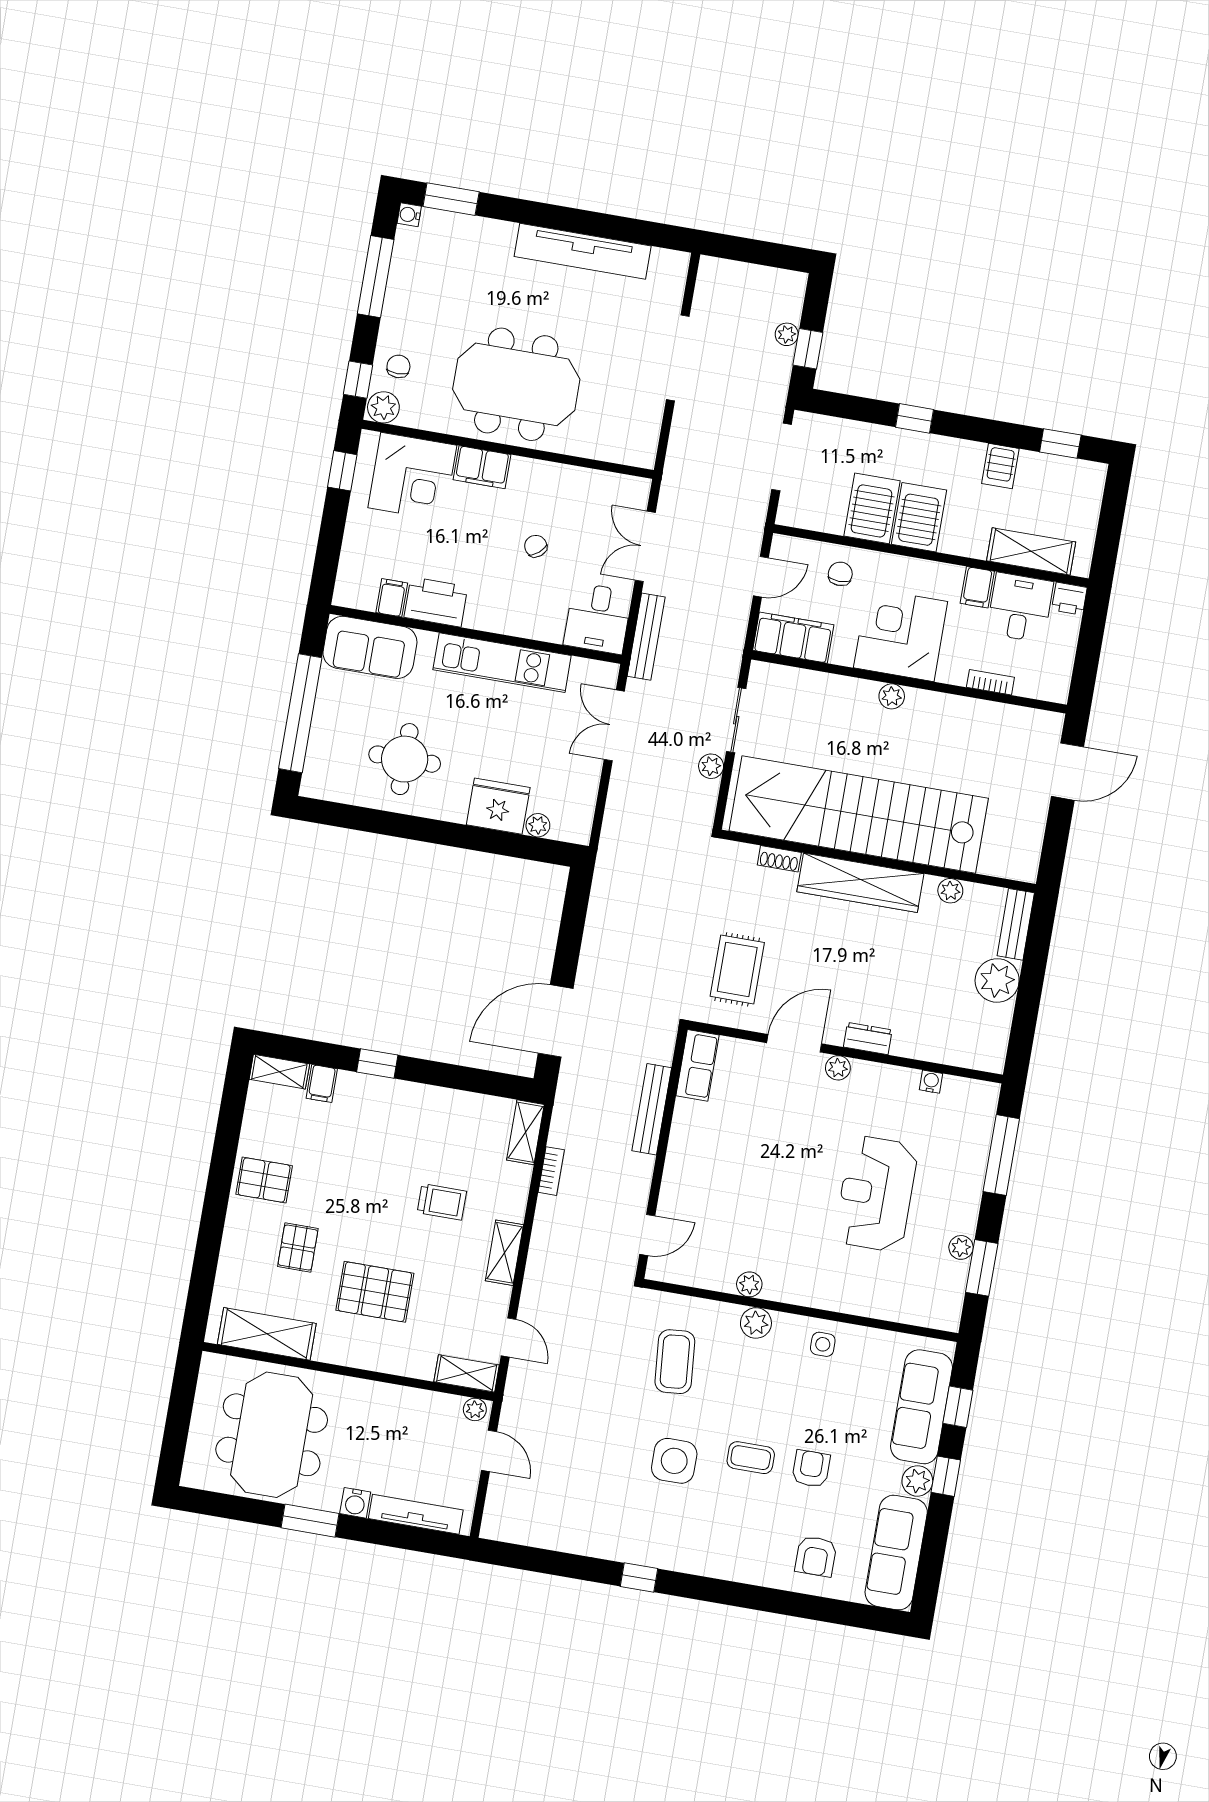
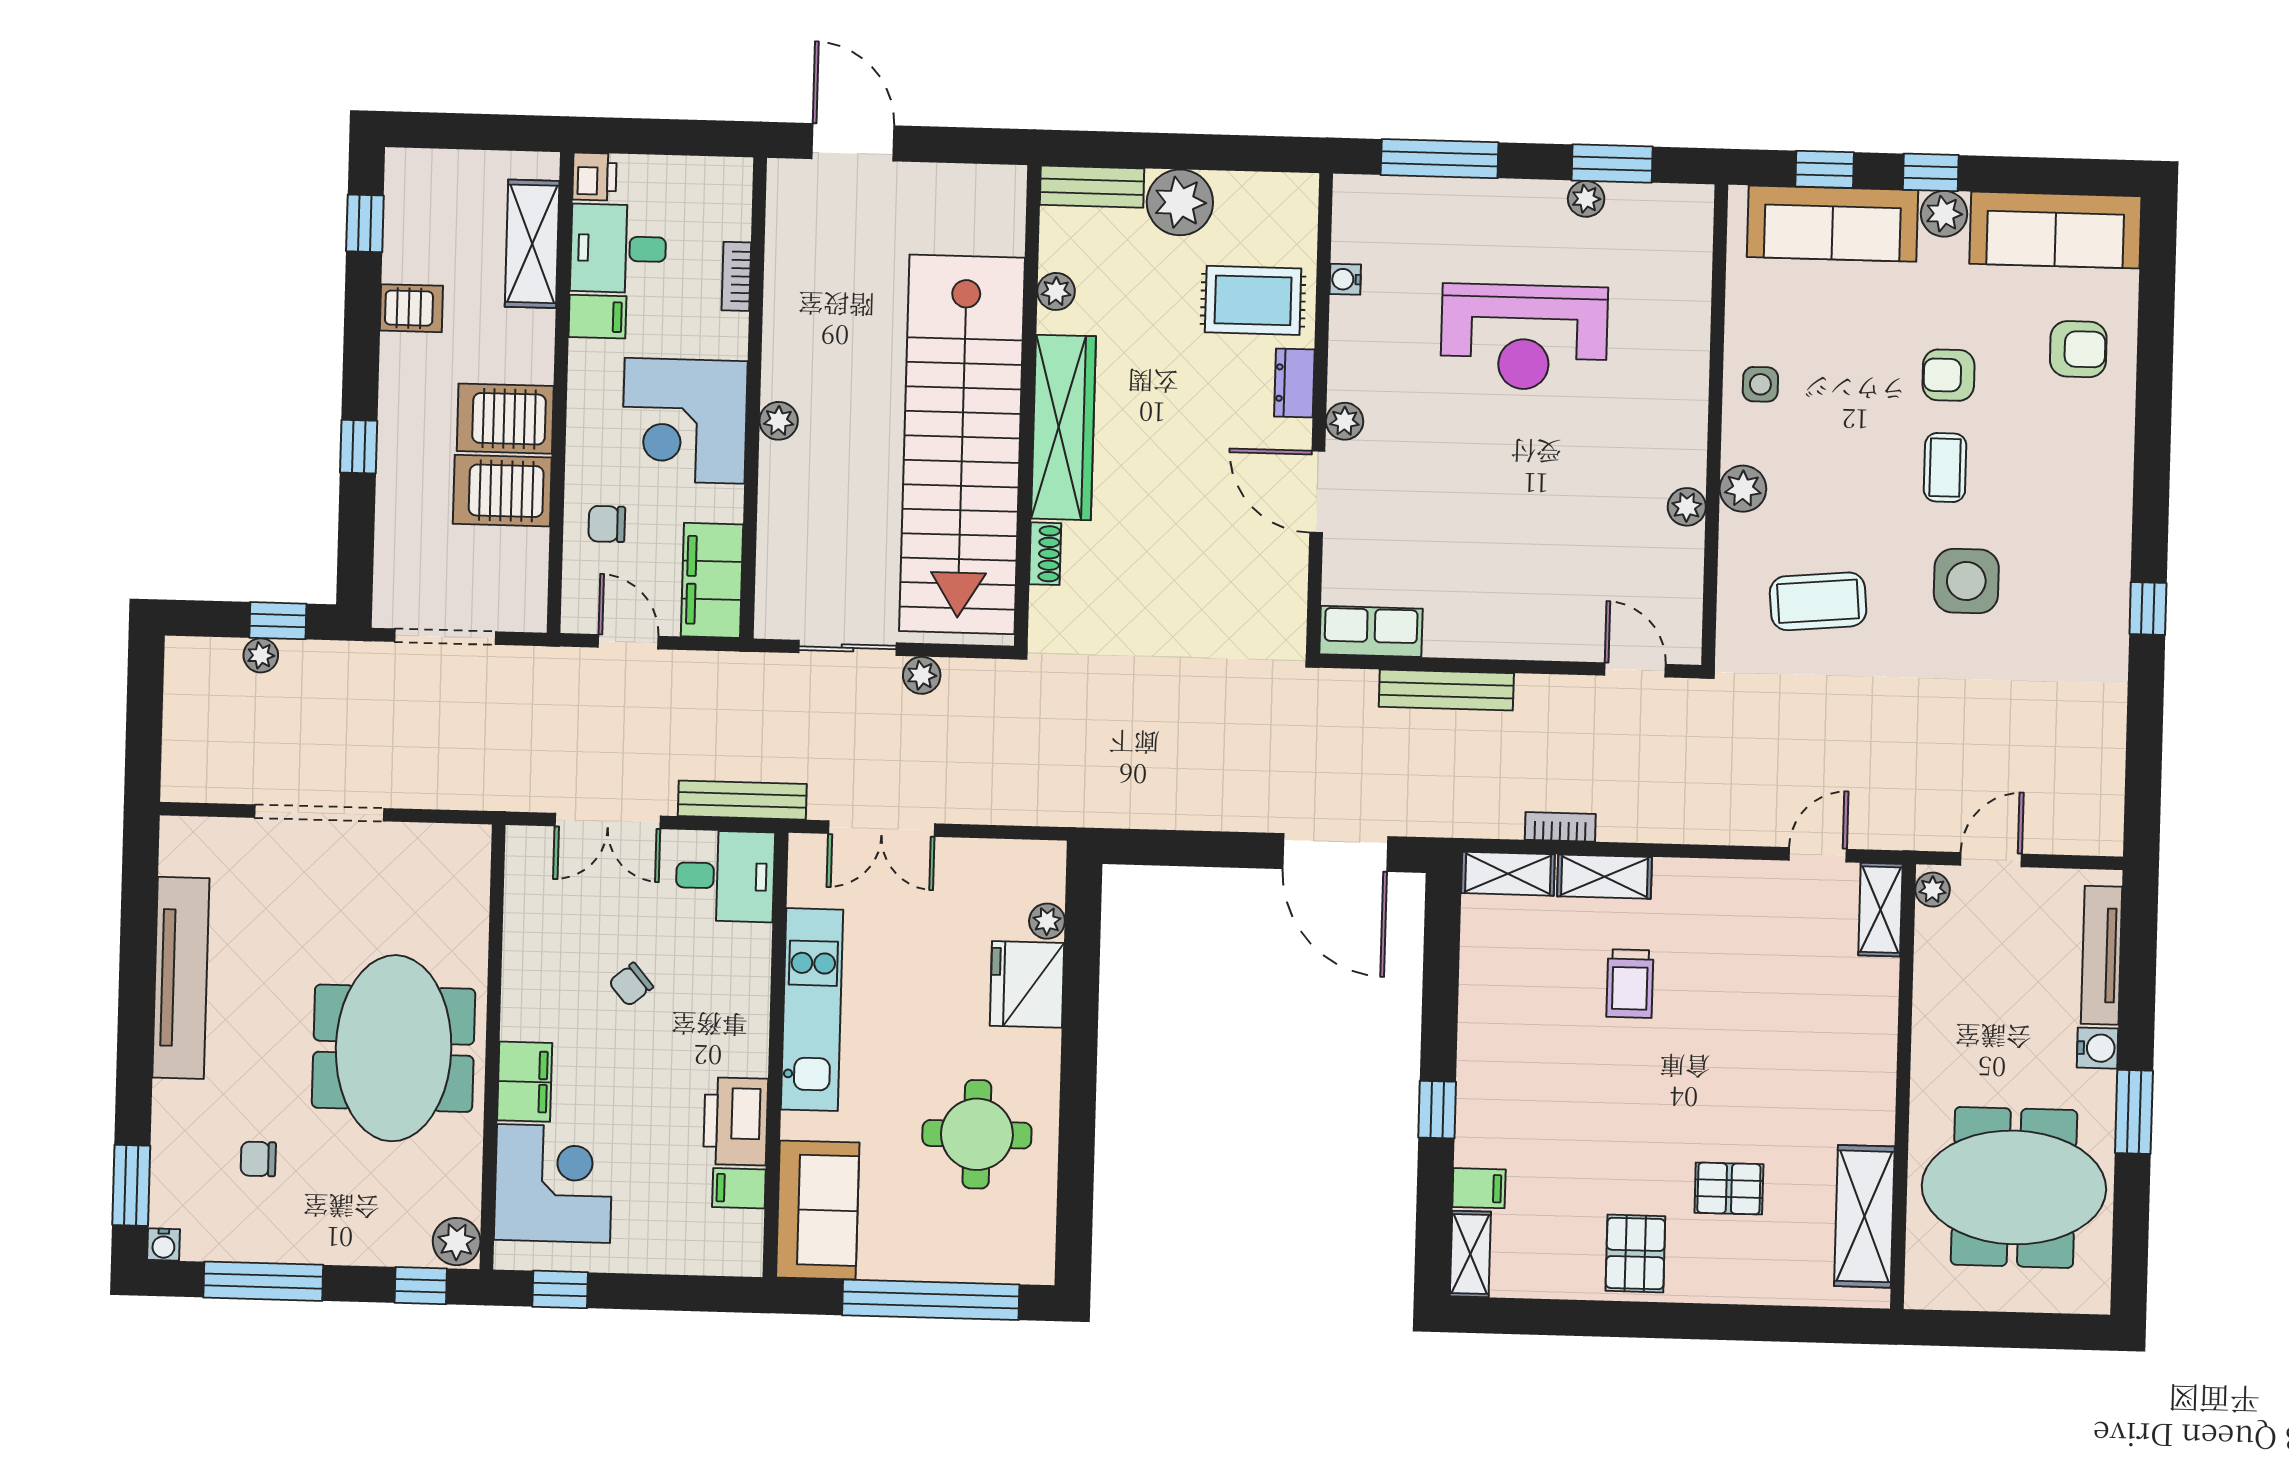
chair: (398, 366) -> (258, 1159), moved
rug: (737, 969) -> (1253, 300), moved
trolley: (442, 1202) -> (1630, 984), turned 180
shelving: (504, 1253) -> (1604, 877), moved
pallet: (375, 1292) -> (1778, 1064), removed

